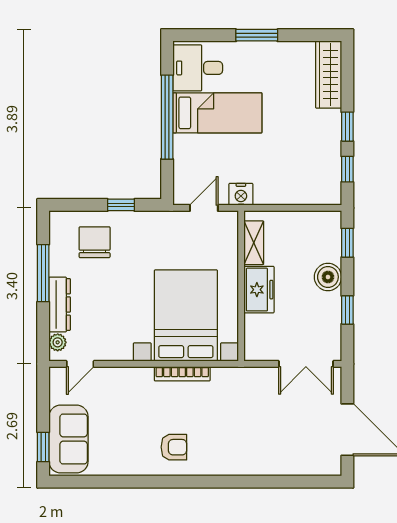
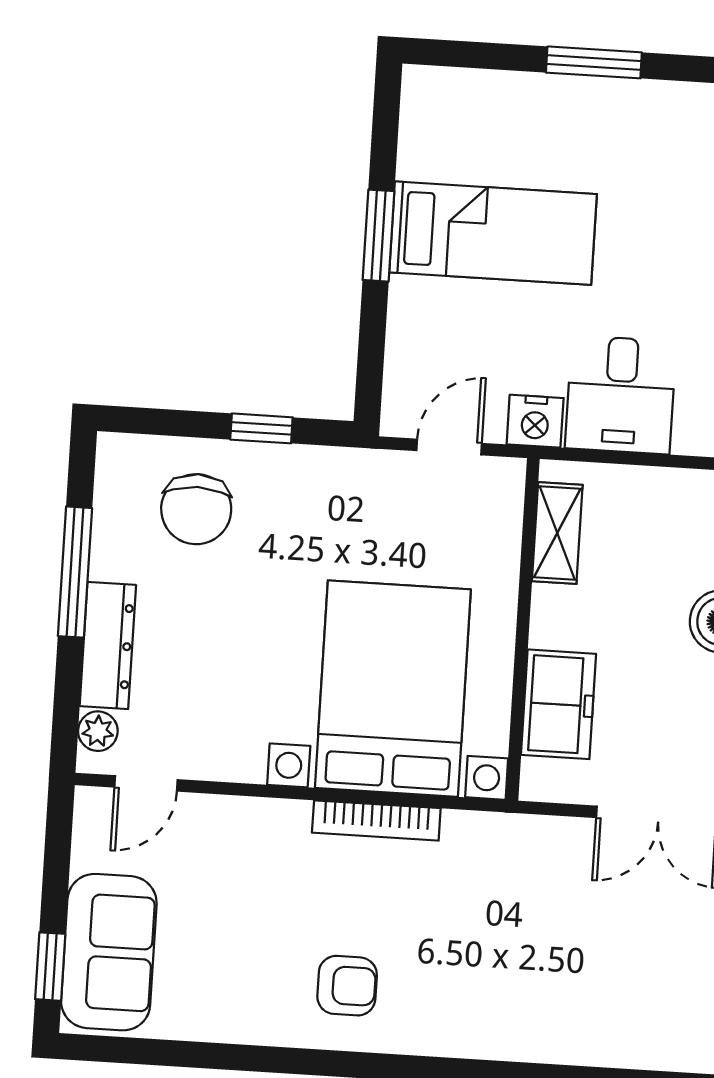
desk: (198, 68) -> (621, 395), moved, turned -90
window: (167, 117) -> (378, 236), width x0.47
chair: (95, 242) -> (196, 509), turned 180
freezer: (259, 290) -> (559, 704), moved

